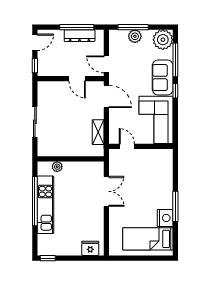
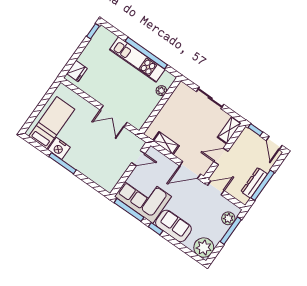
plant: (135, 36) -> (228, 218), moved
window: (175, 60) -> (129, 210), moved
shelving: (50, 87) -> (229, 130), added

